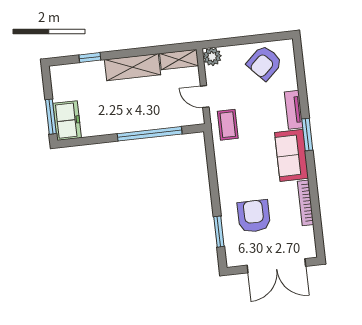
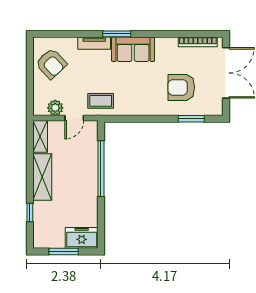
plant: (212, 57) -> (55, 108), moved
window: (51, 117) -> (64, 252), moved
bookcase: (306, 203) -> (198, 42), moved

